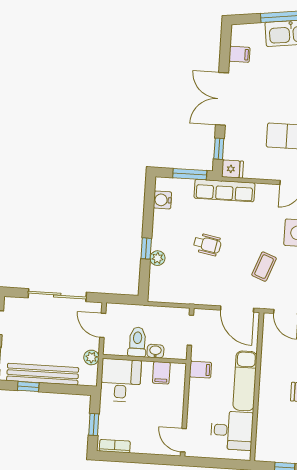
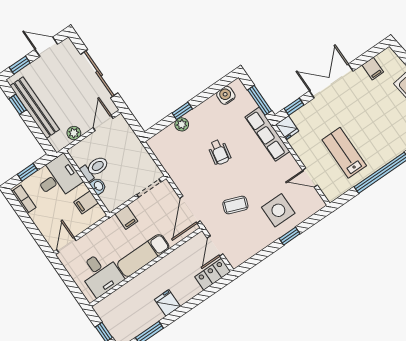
toilet: (137, 342) -> (95, 168), moved
washbasin: (155, 351) -> (98, 186), moved
wall: (145, 359) -> (87, 183), moved
filing cabinet: (161, 373) -> (86, 202), moved
desk: (121, 380) -> (58, 178), moved

